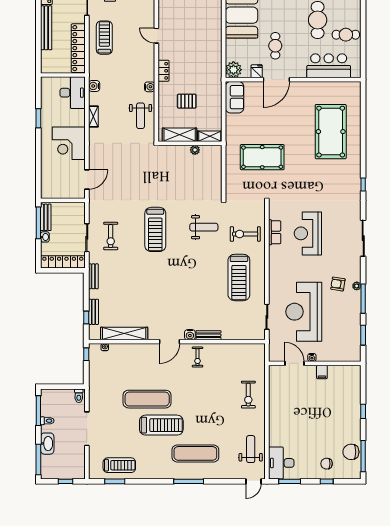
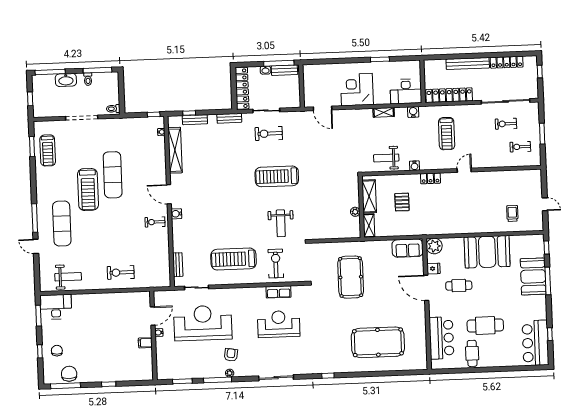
treadmill: (104, 38) -> (447, 134), moved, turned 90
bench: (208, 335) -> (178, 265), moved
door: (253, 481) -> (36, 246), moved

